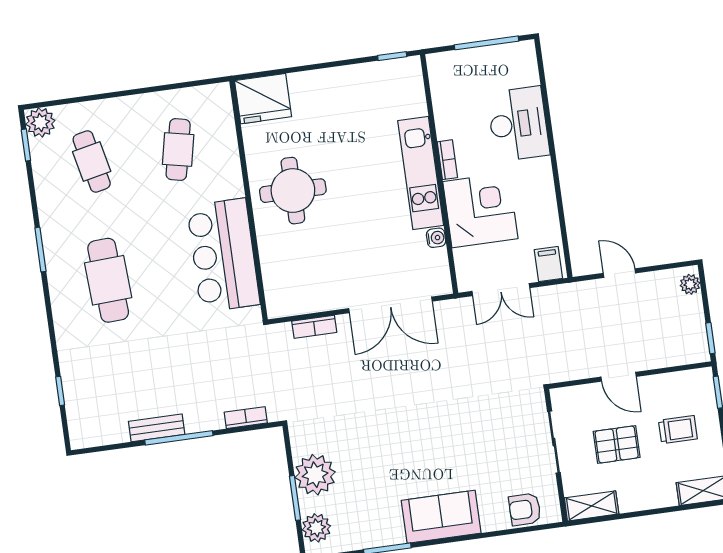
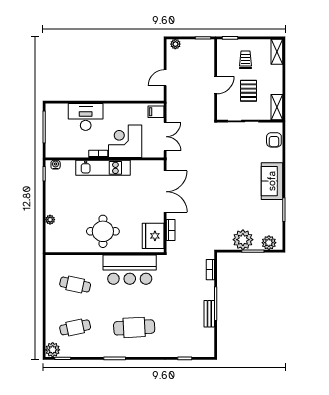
plant: (302, 81) -> (50, 220), added
fridge: (263, 99) -> (153, 236), moved, turned 180
water cooler: (436, 238) -> (56, 165), moved

